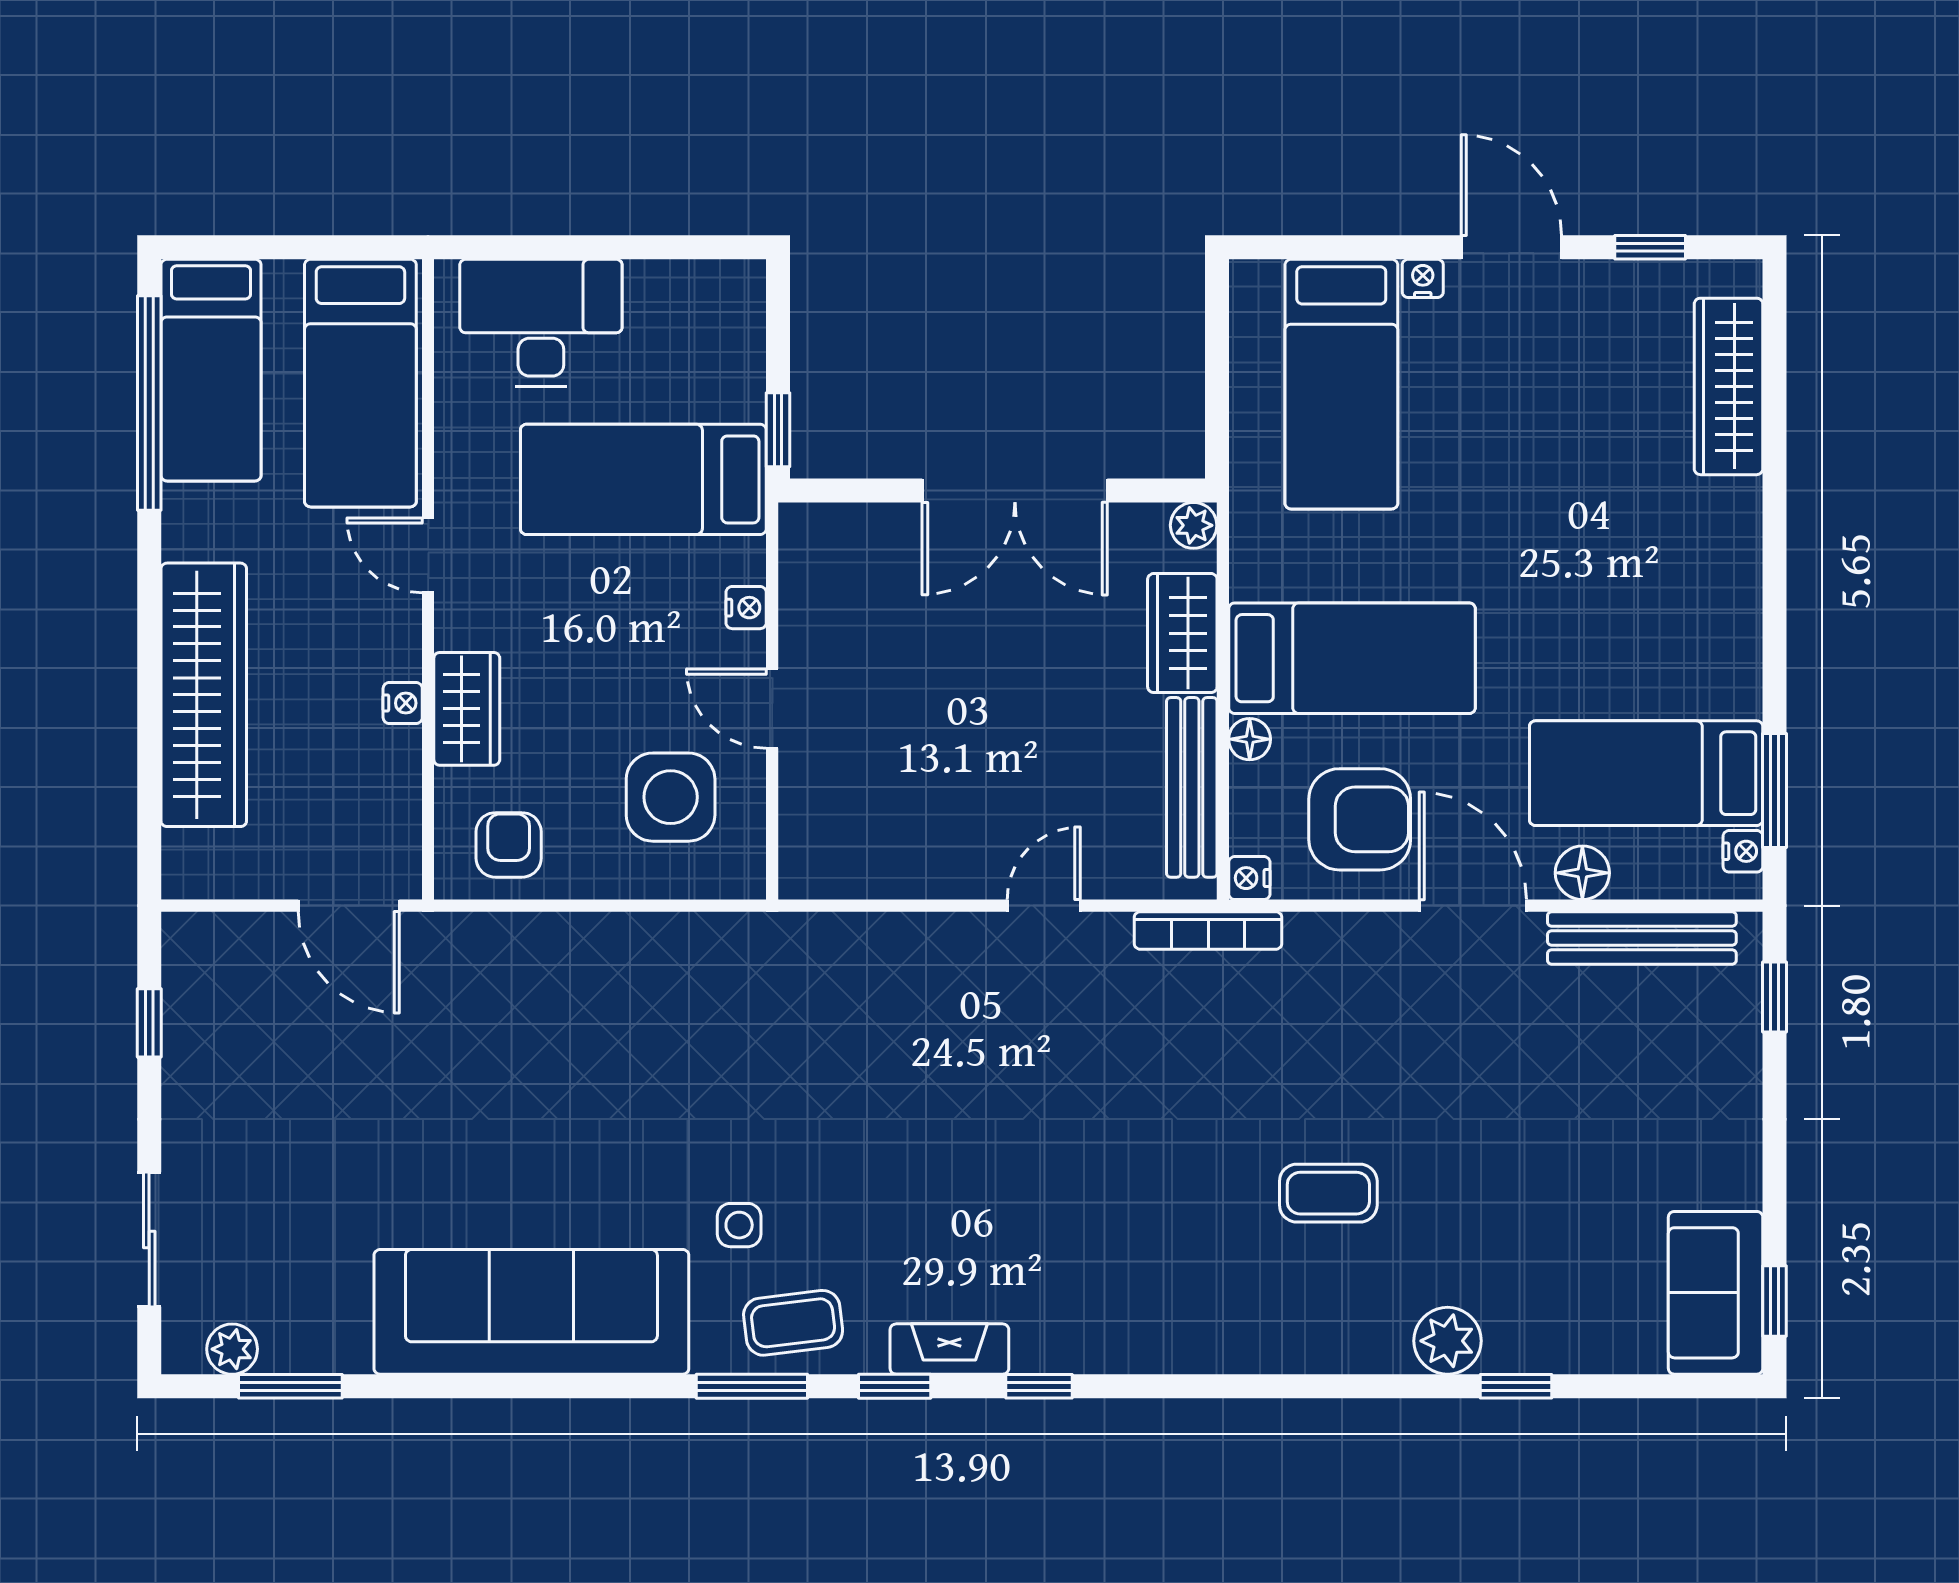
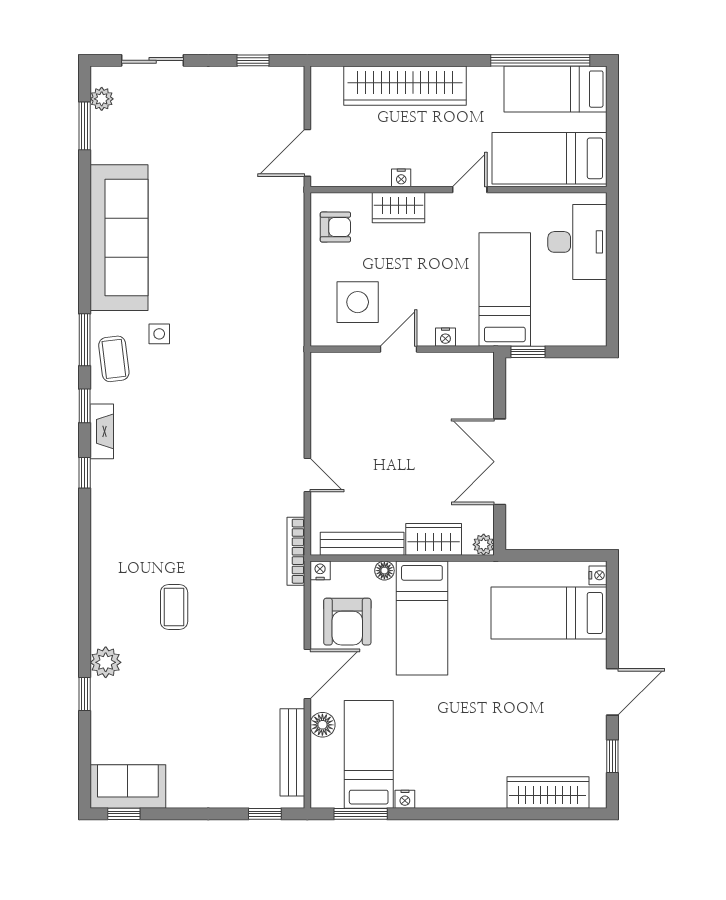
nightstand: (1423, 278) -> (598, 575), moved
nightstand: (1743, 851) -> (405, 799), moved

